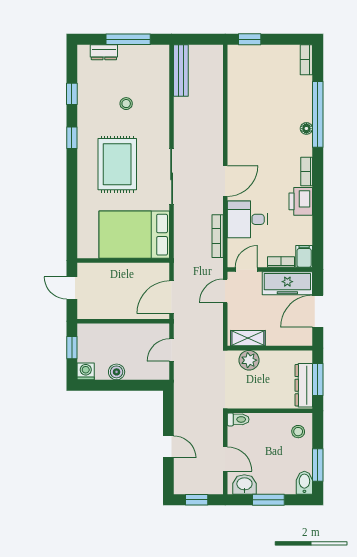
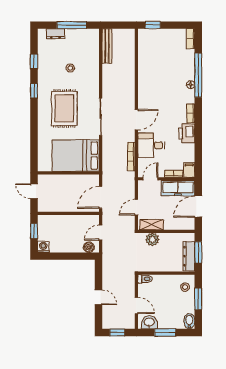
door: (225, 291) -> (136, 207), moved
boiler: (117, 372) -> (89, 247), moved
window: (318, 465) -> (198, 299), moved

